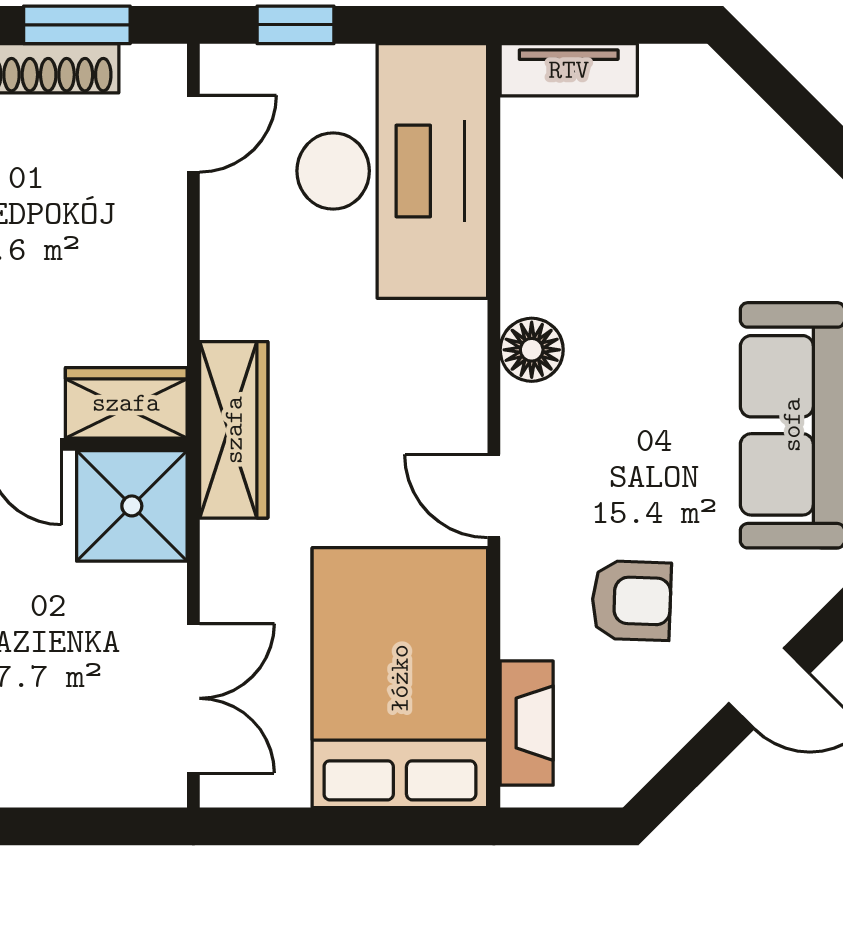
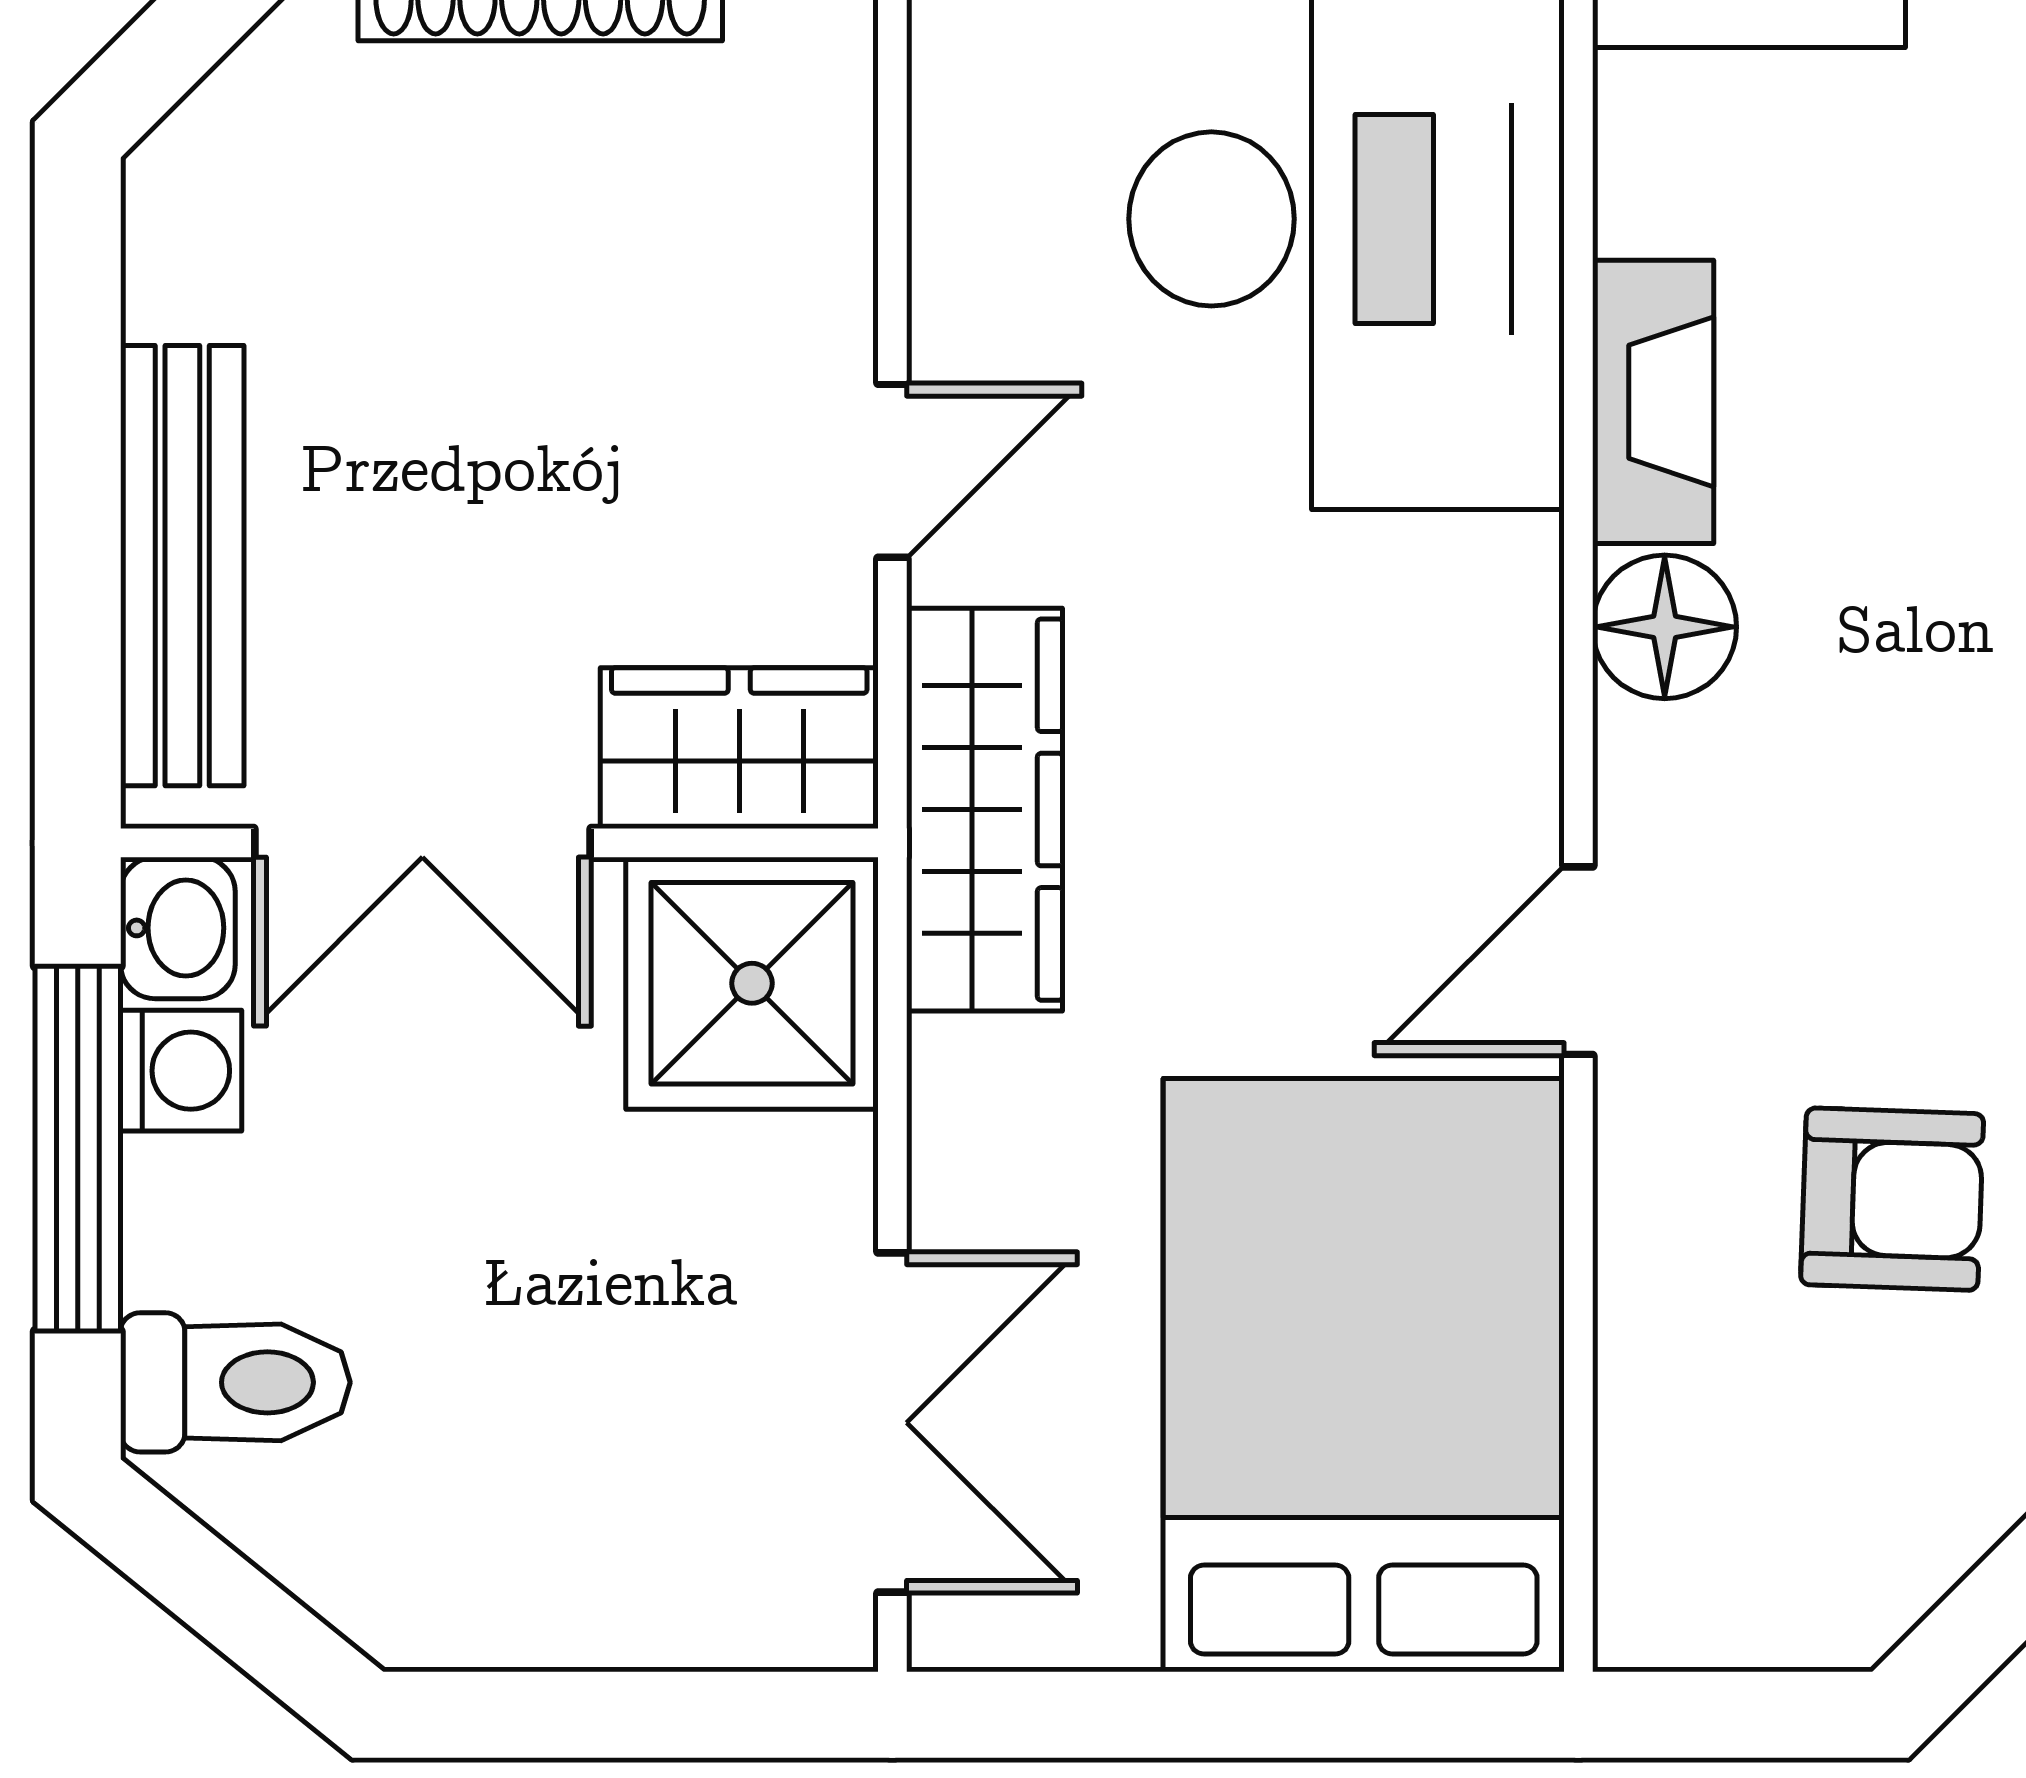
door: (193, 134) -> (892, 471), moved
door: (494, 496) -> (1578, 961), hinge flipped
fireplace: (527, 723) -> (1653, 402), moved

